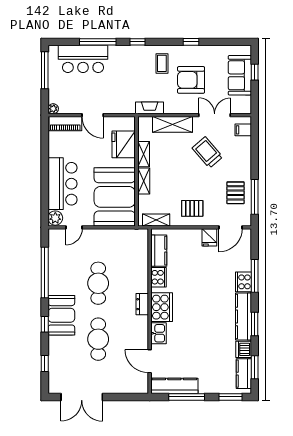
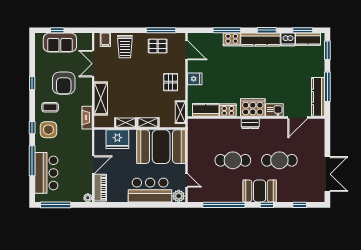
side table: (135, 61) -> (48, 130), added
trolley: (207, 152) -> (125, 47), moved, turned -49
fridge: (209, 237) -> (195, 79), moved

